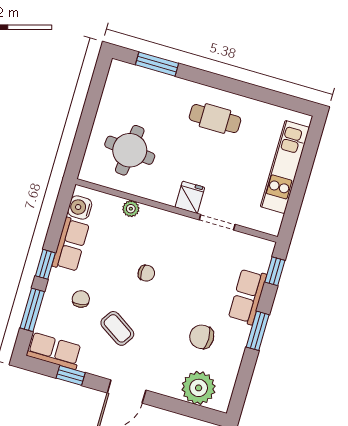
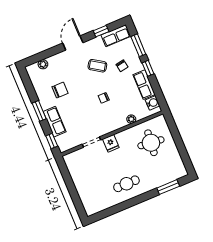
kitchen unit: (285, 167) -> (82, 187), removed
plant: (199, 388) -> (43, 64), width x0.53, depth x0.53

